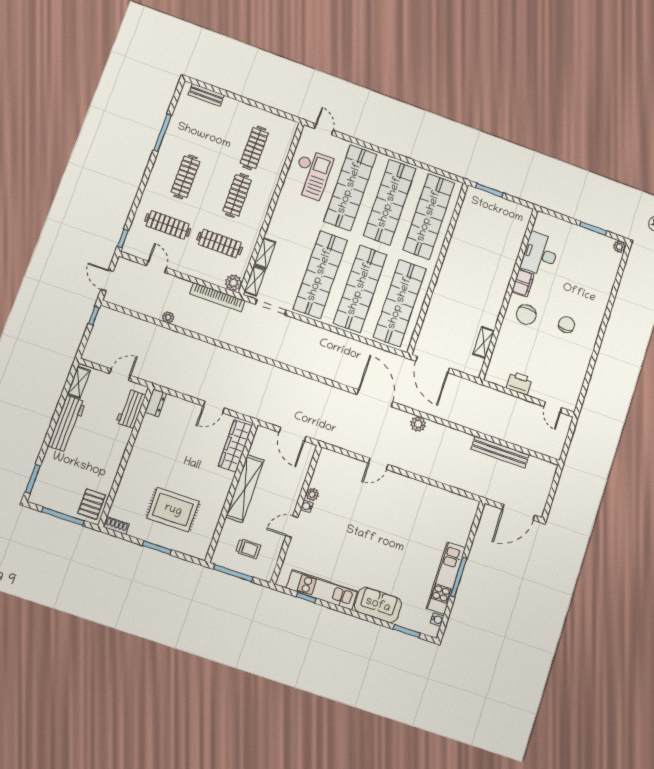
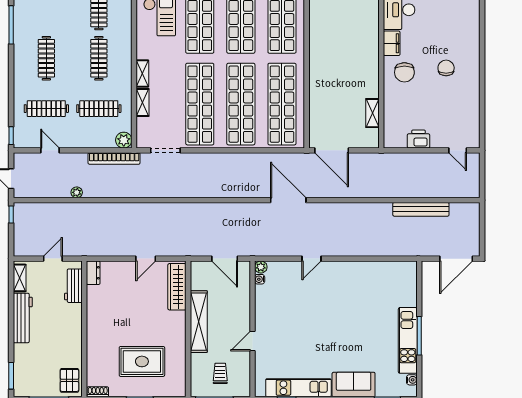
shelving: (255, 281) -> (142, 74), moved
plant: (418, 424) -> (336, 210), removed
plant: (312, 494) -> (261, 267), moved
water cooler: (307, 506) -> (260, 279), moved
trolley: (248, 549) -> (220, 373), turned -90

